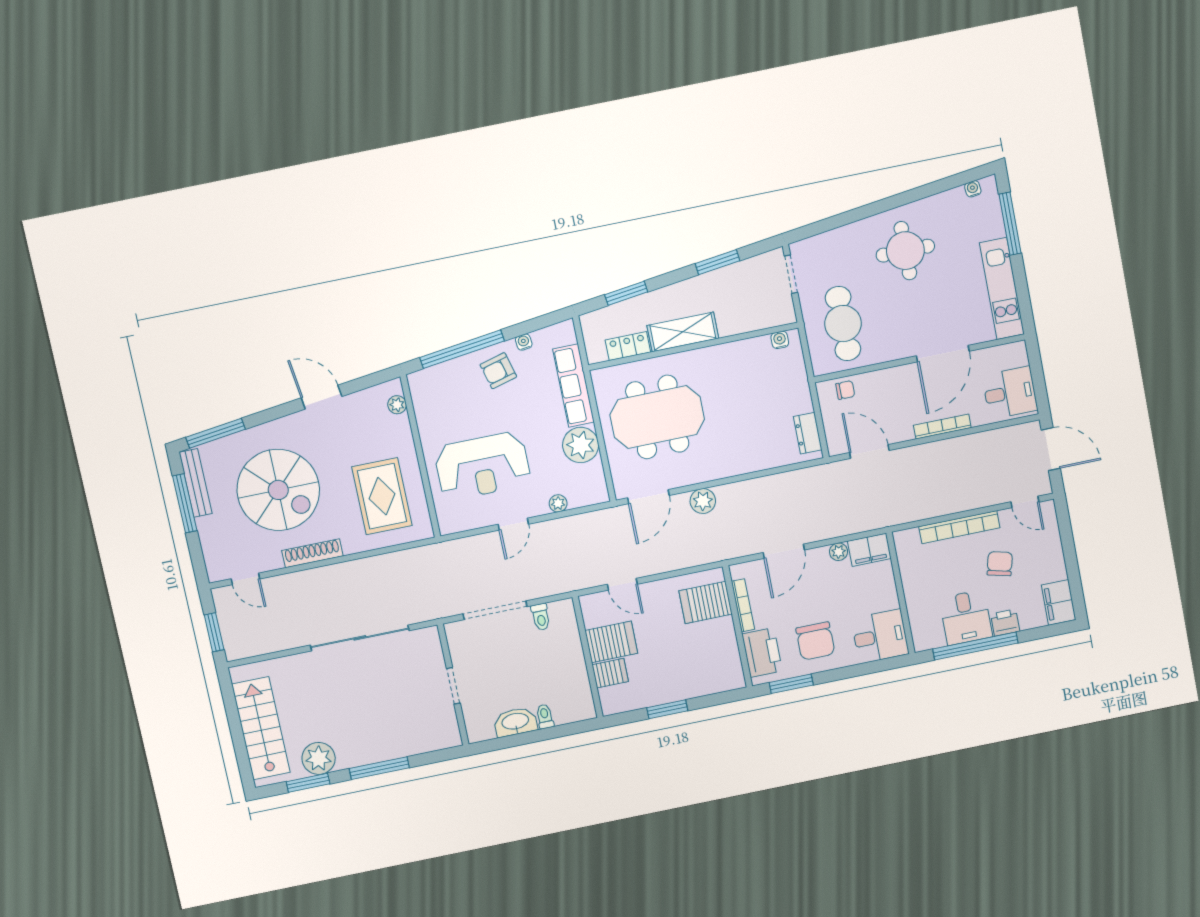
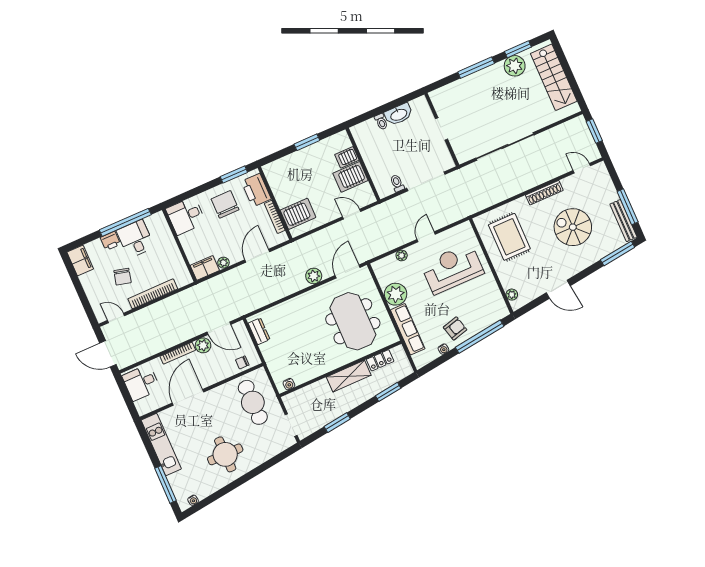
meeting table: (657, 417) -> (353, 321), turned 90
plant: (900, 430) -> (203, 345), added
spiral stairs: (278, 490) -> (573, 227), width x0.73, depth x0.73

